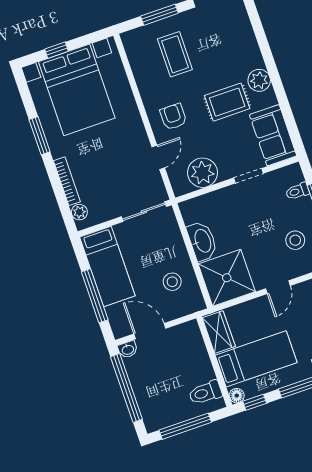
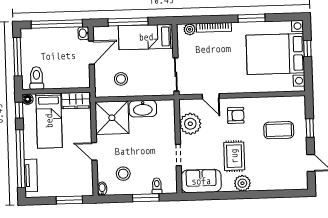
window: (159, 15) -> (310, 128), width x0.67

